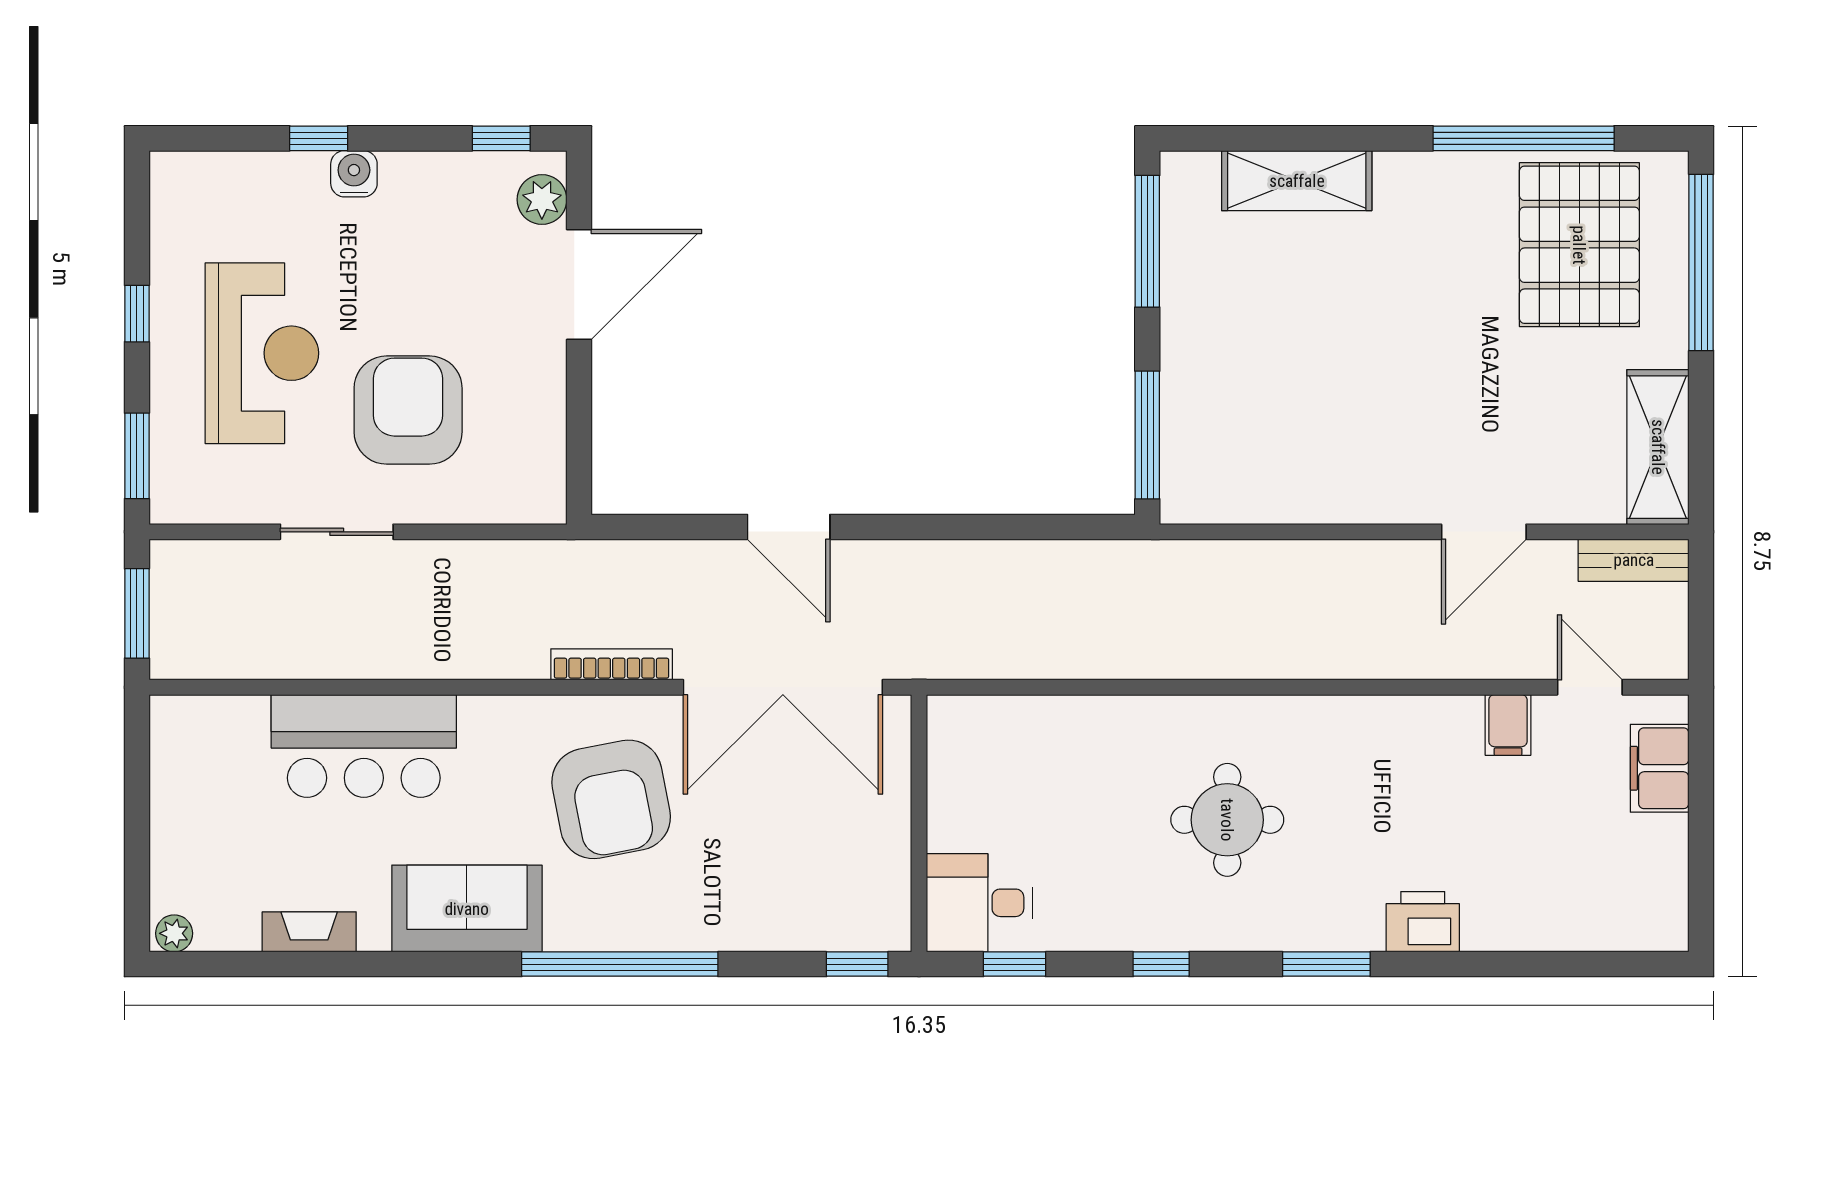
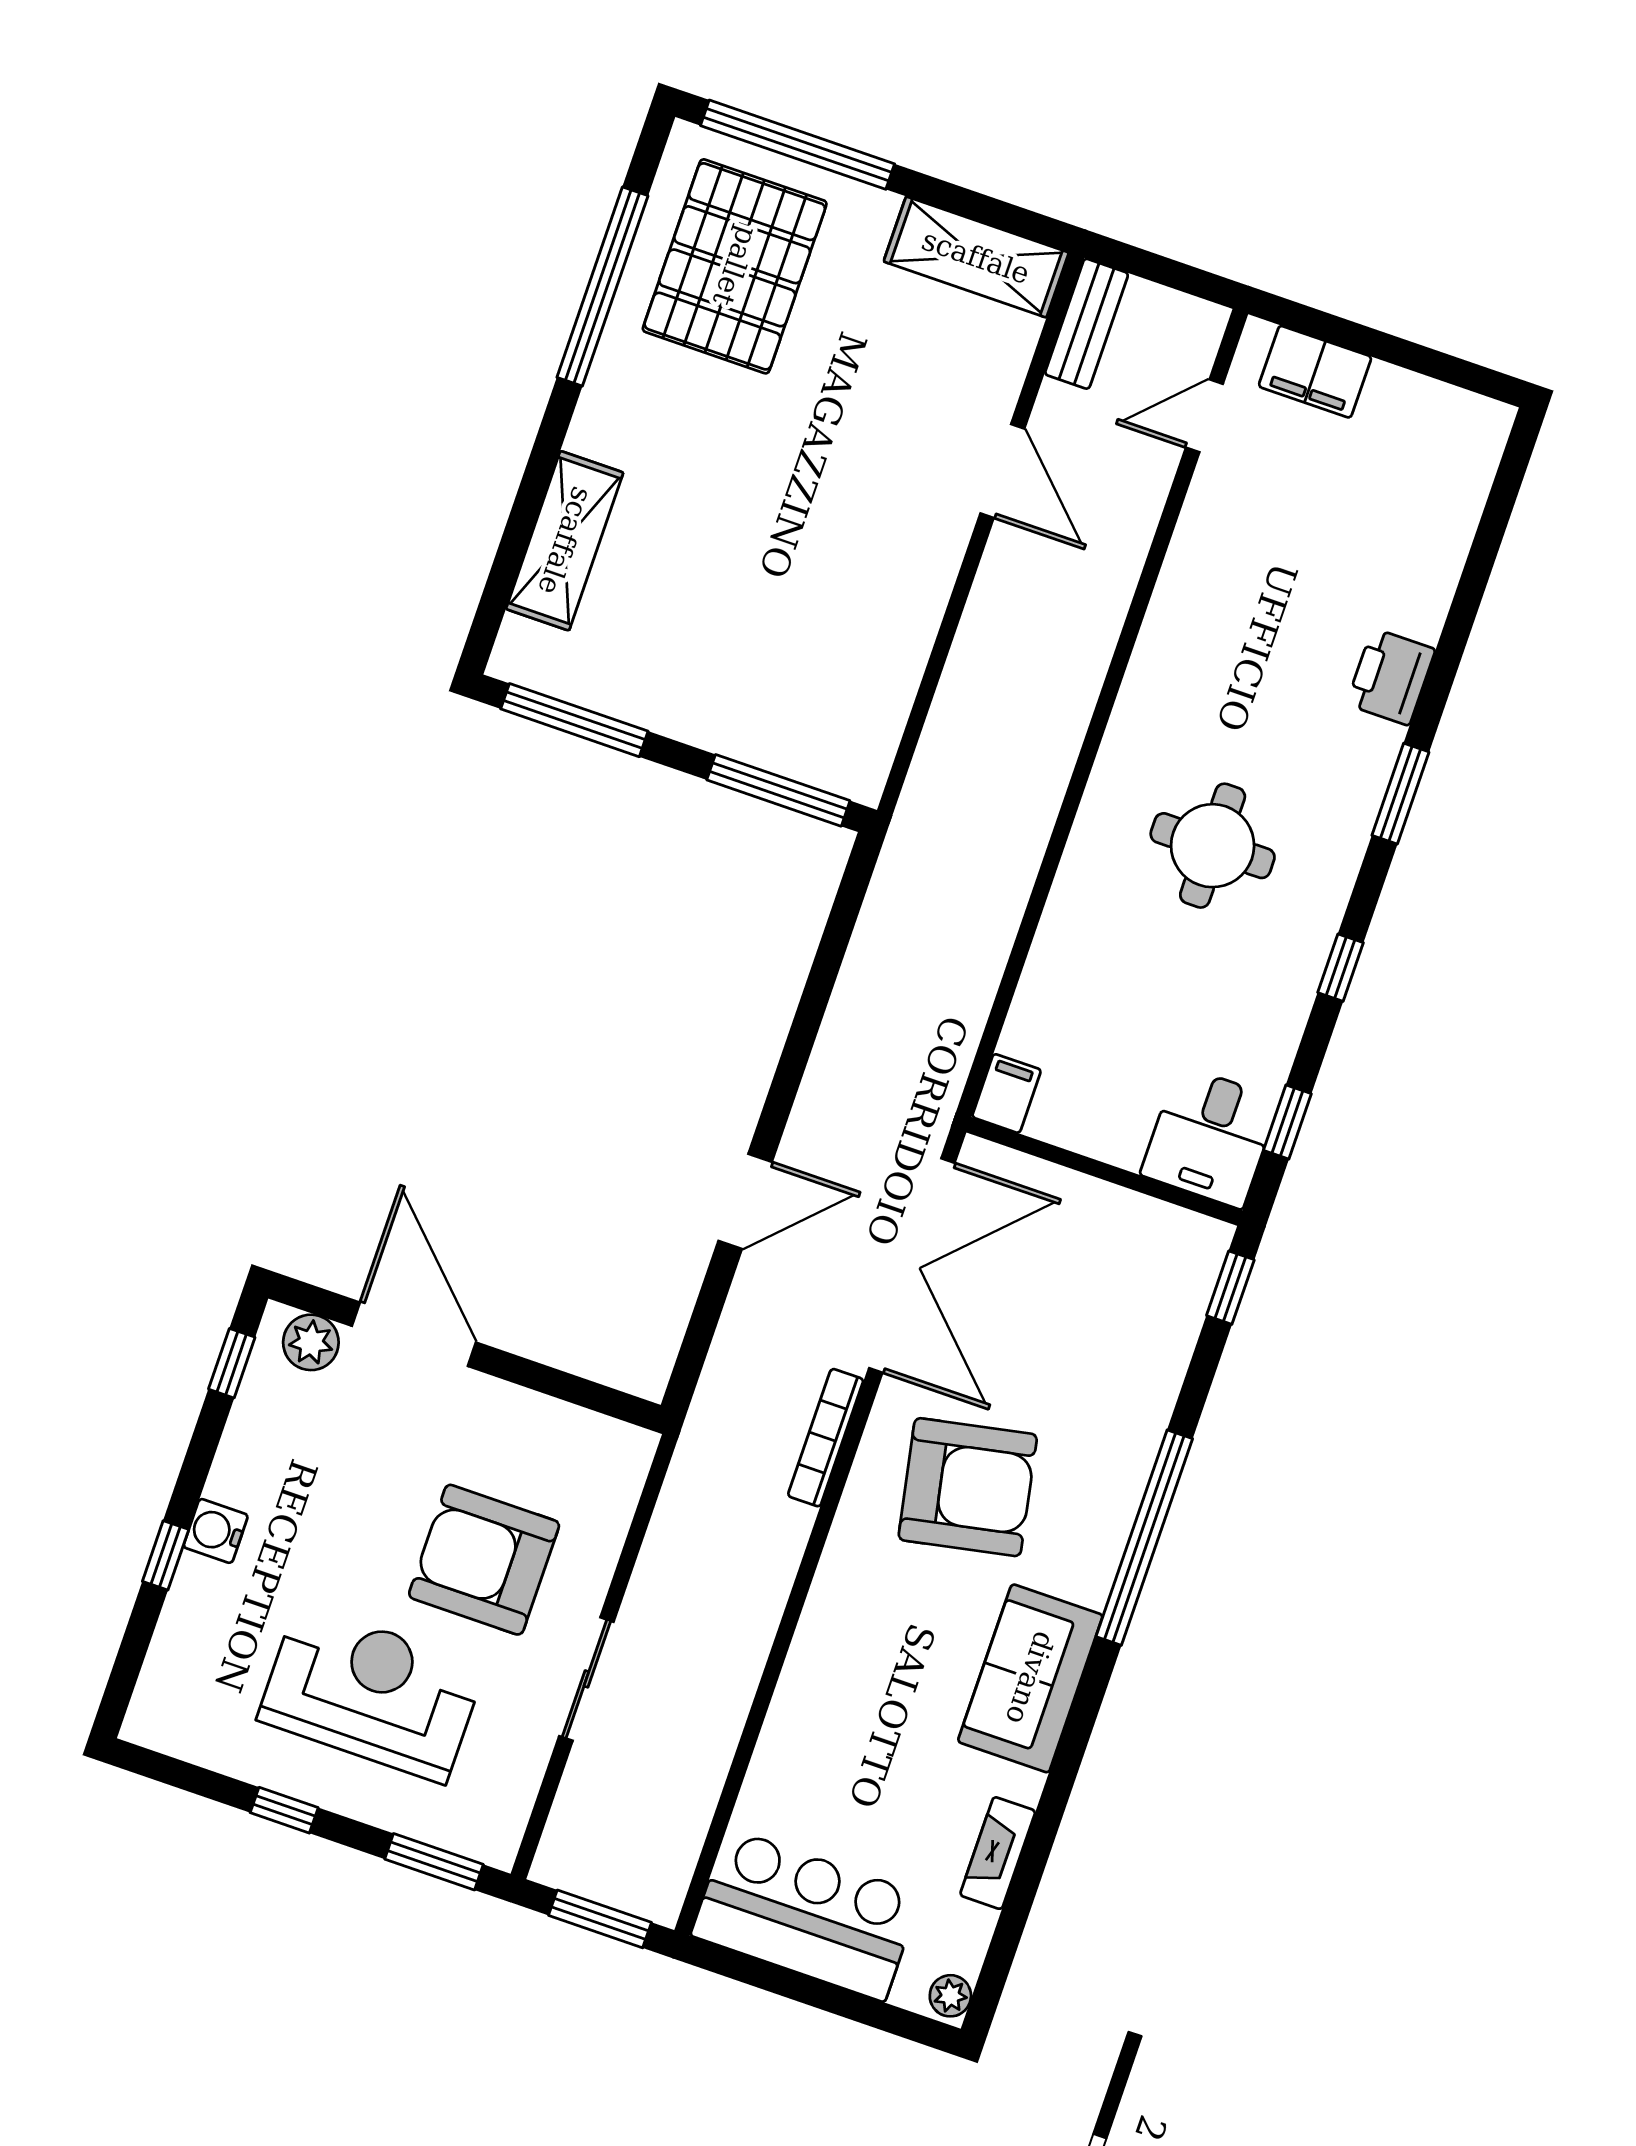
pallet: (1579, 245) -> (735, 266), turned 90
filing cabinet: (1508, 725) -> (1007, 1093), moved, turned -90
bar counter: (364, 746) -> (806, 1915), moved, turned -90

